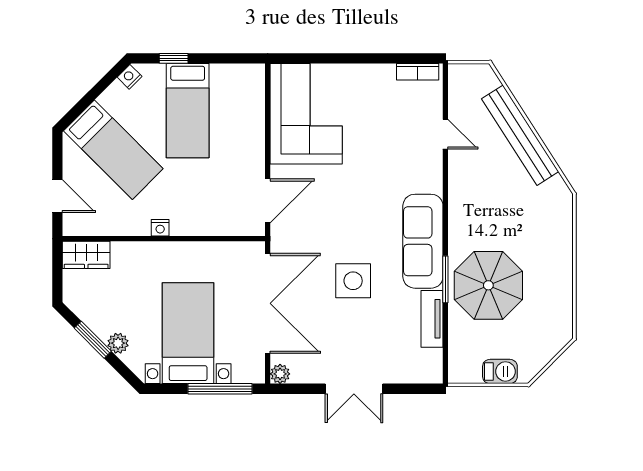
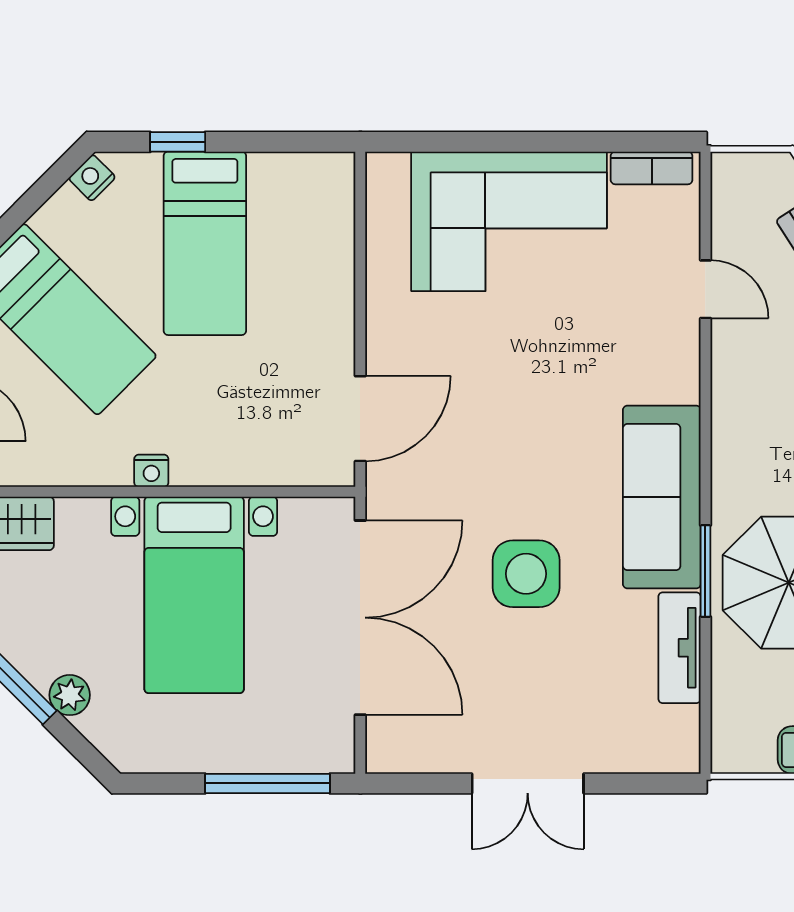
corner sofa: (306, 114) -> (509, 221), moved, turned 90
bed with nightstands: (188, 333) -> (194, 595), moved, turned 180
plant: (280, 374) -> (384, 755), removed

